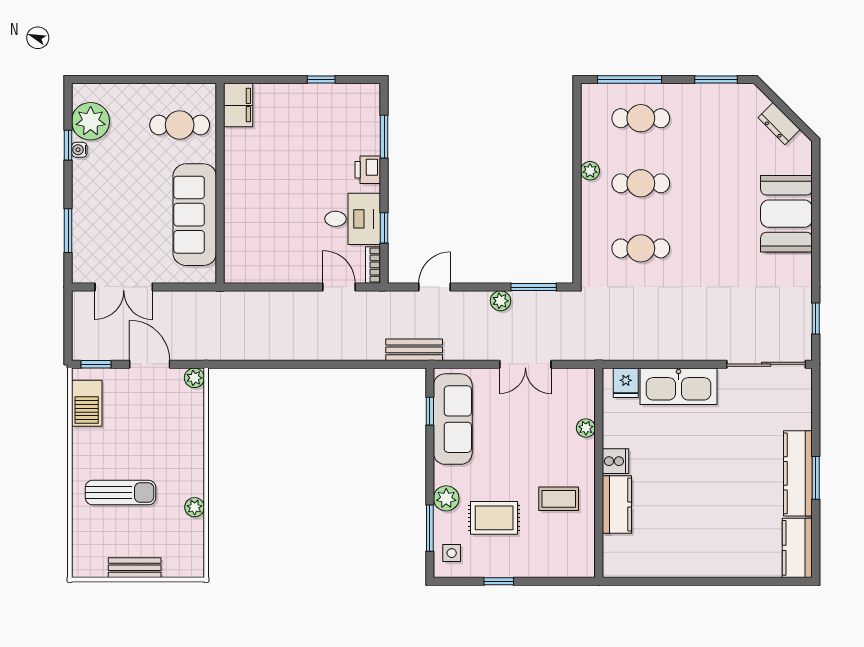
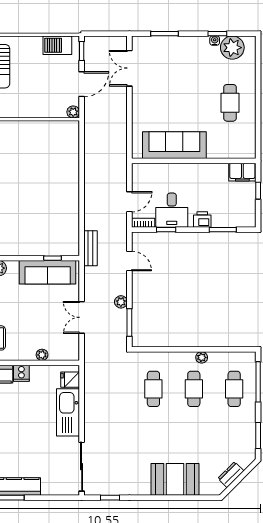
filing cabinet: (238, 105) -> (242, 172), moved
wall: (220, 183) -> (194, 161), moved
sofa: (195, 215) -> (174, 145), moved

